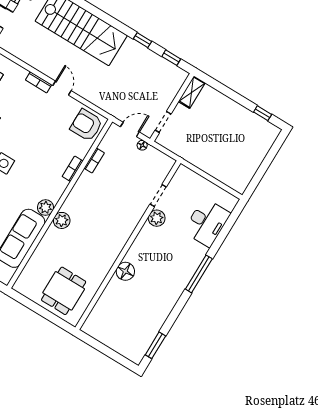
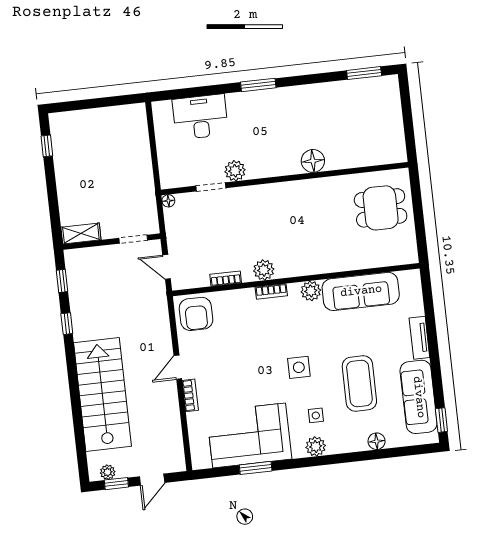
floor lamp: (142, 145) -> (168, 201), moved
bookcase: (73, 169) -> (271, 291), moved
plant: (62, 220) -> (264, 270), moved
window: (199, 274) -> (258, 85), width x0.69

